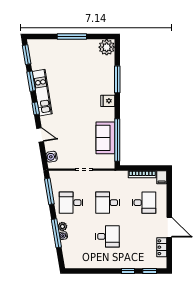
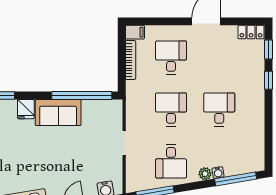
sofa: (105, 138) -> (58, 112), moved
desk: (108, 203) -> (171, 109), turned 180
window: (56, 233) -> (236, 179), moved
locker: (162, 247) -> (251, 32), moved

